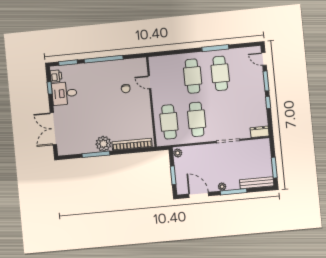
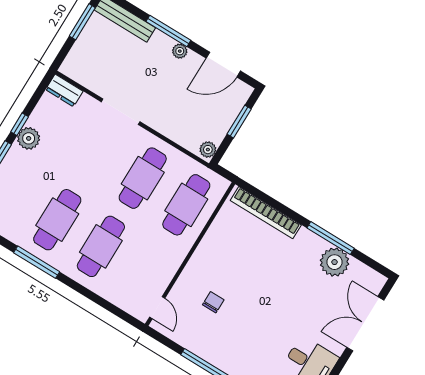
door: (150, 82) -> (157, 308), moved
plant: (259, 99) -> (29, 138), added
double door: (53, 129) -> (365, 324), swing flipped
plant: (103, 144) -> (334, 262), moved
door: (199, 195) -> (223, 65), hinge flipped

